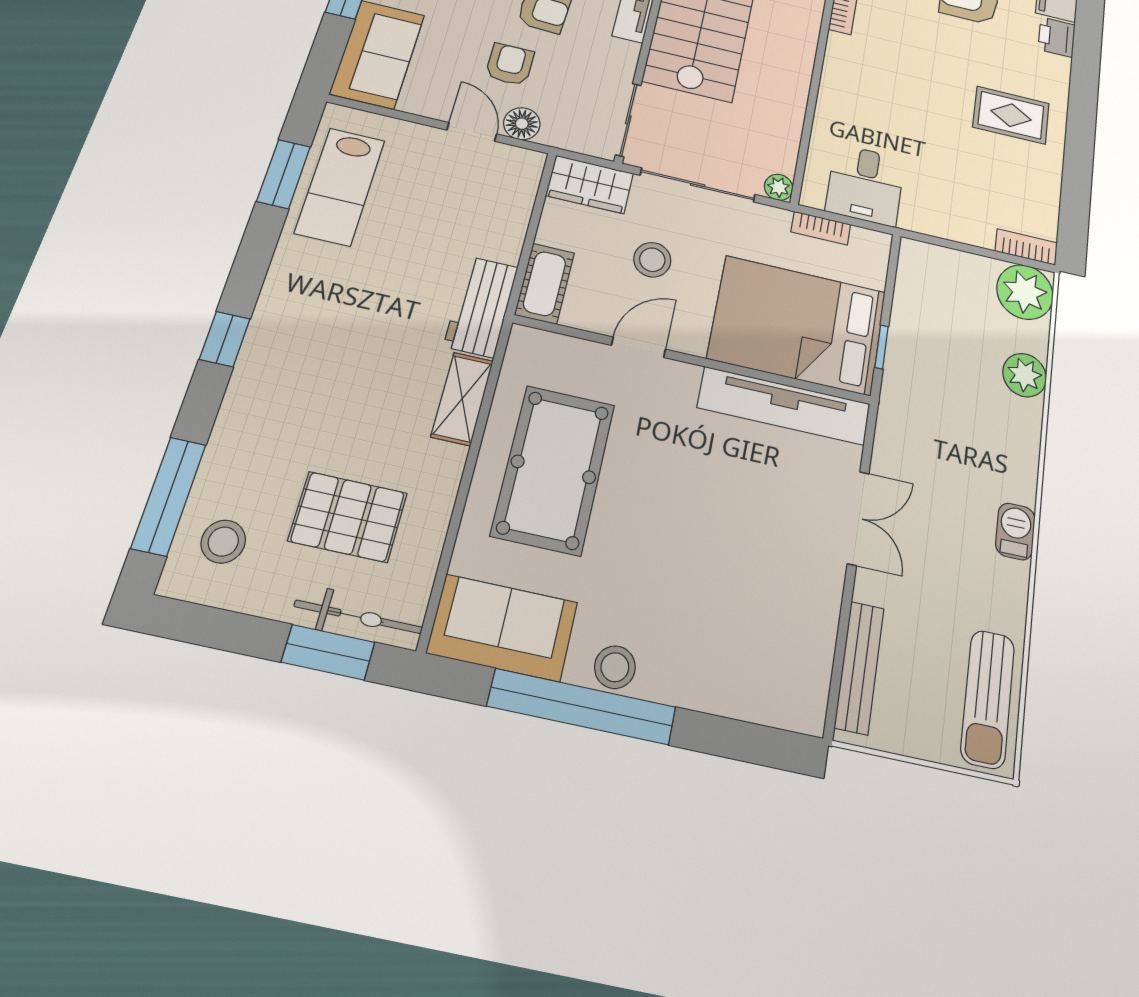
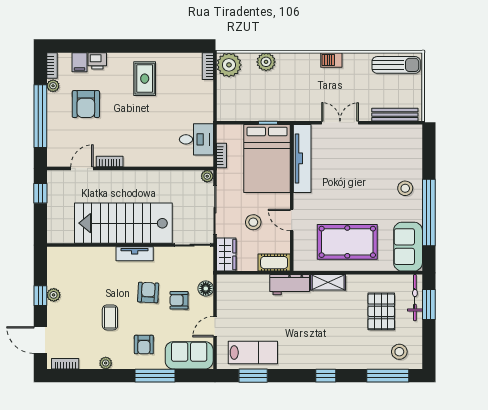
door: (472, 132) -> (215, 327), moved
stool: (615, 667) -> (405, 188), moved

